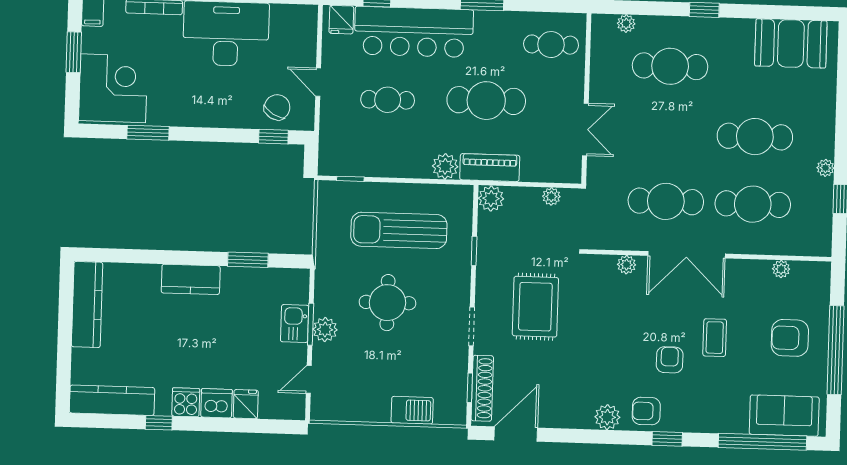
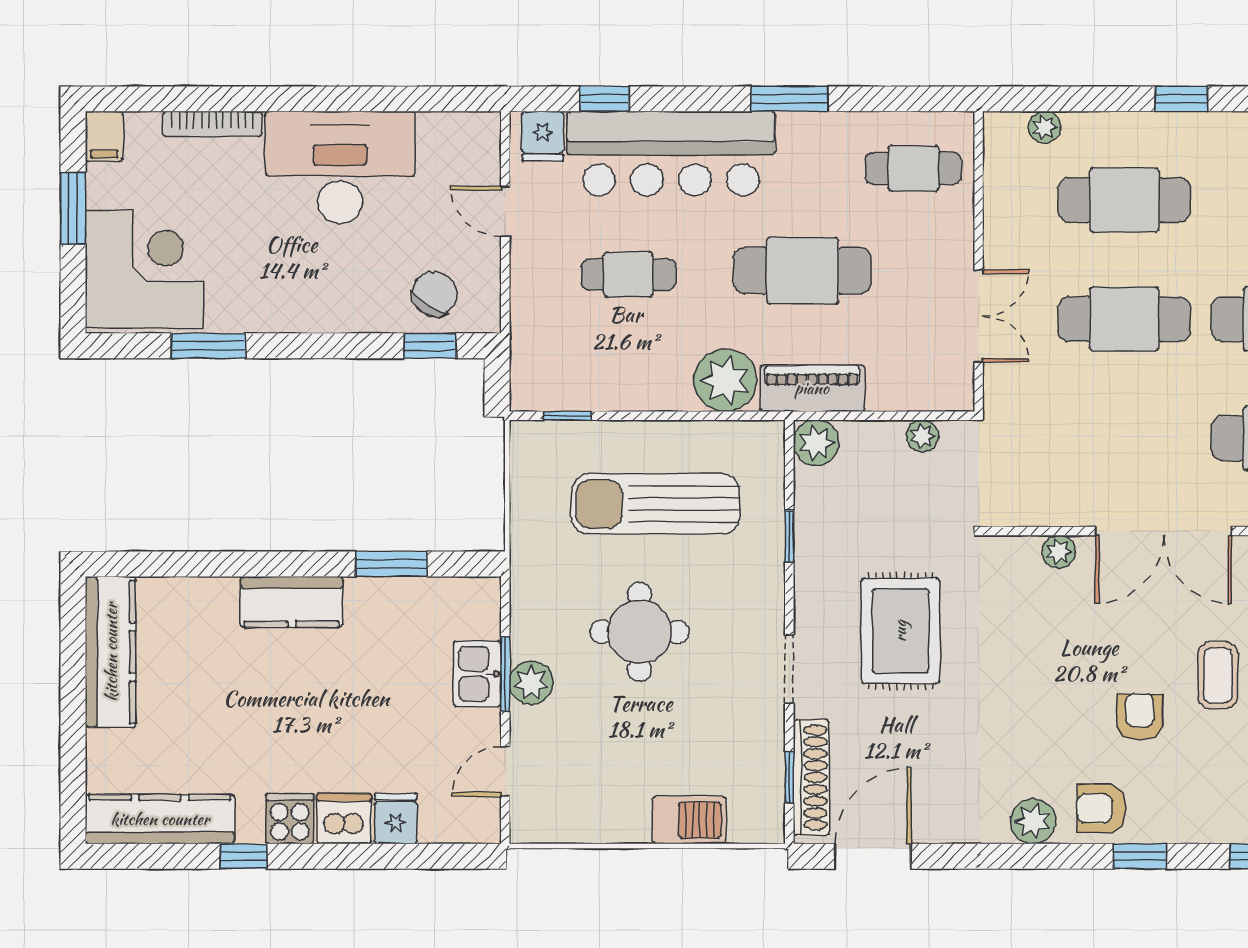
door: (318, 82) -> (505, 211), moved
plant: (445, 166) -> (725, 380), width x1.36, depth x1.36
cafe table: (666, 201) -> (1124, 319), moved

